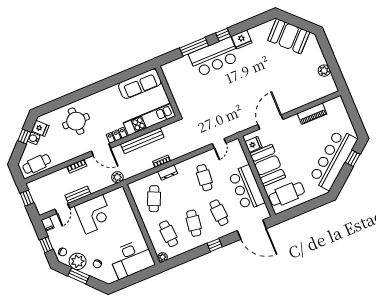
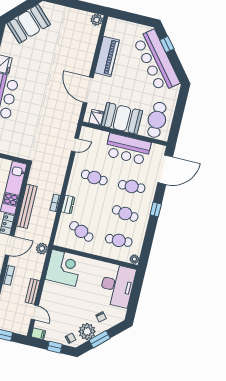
plant: (324, 71) -> (97, 20), moved
piano: (312, 114) -> (107, 56), width x1.37, depth x1.33
door: (219, 143) -> (75, 145), hinge flipped
corner desk: (94, 214) -> (64, 268), moved

